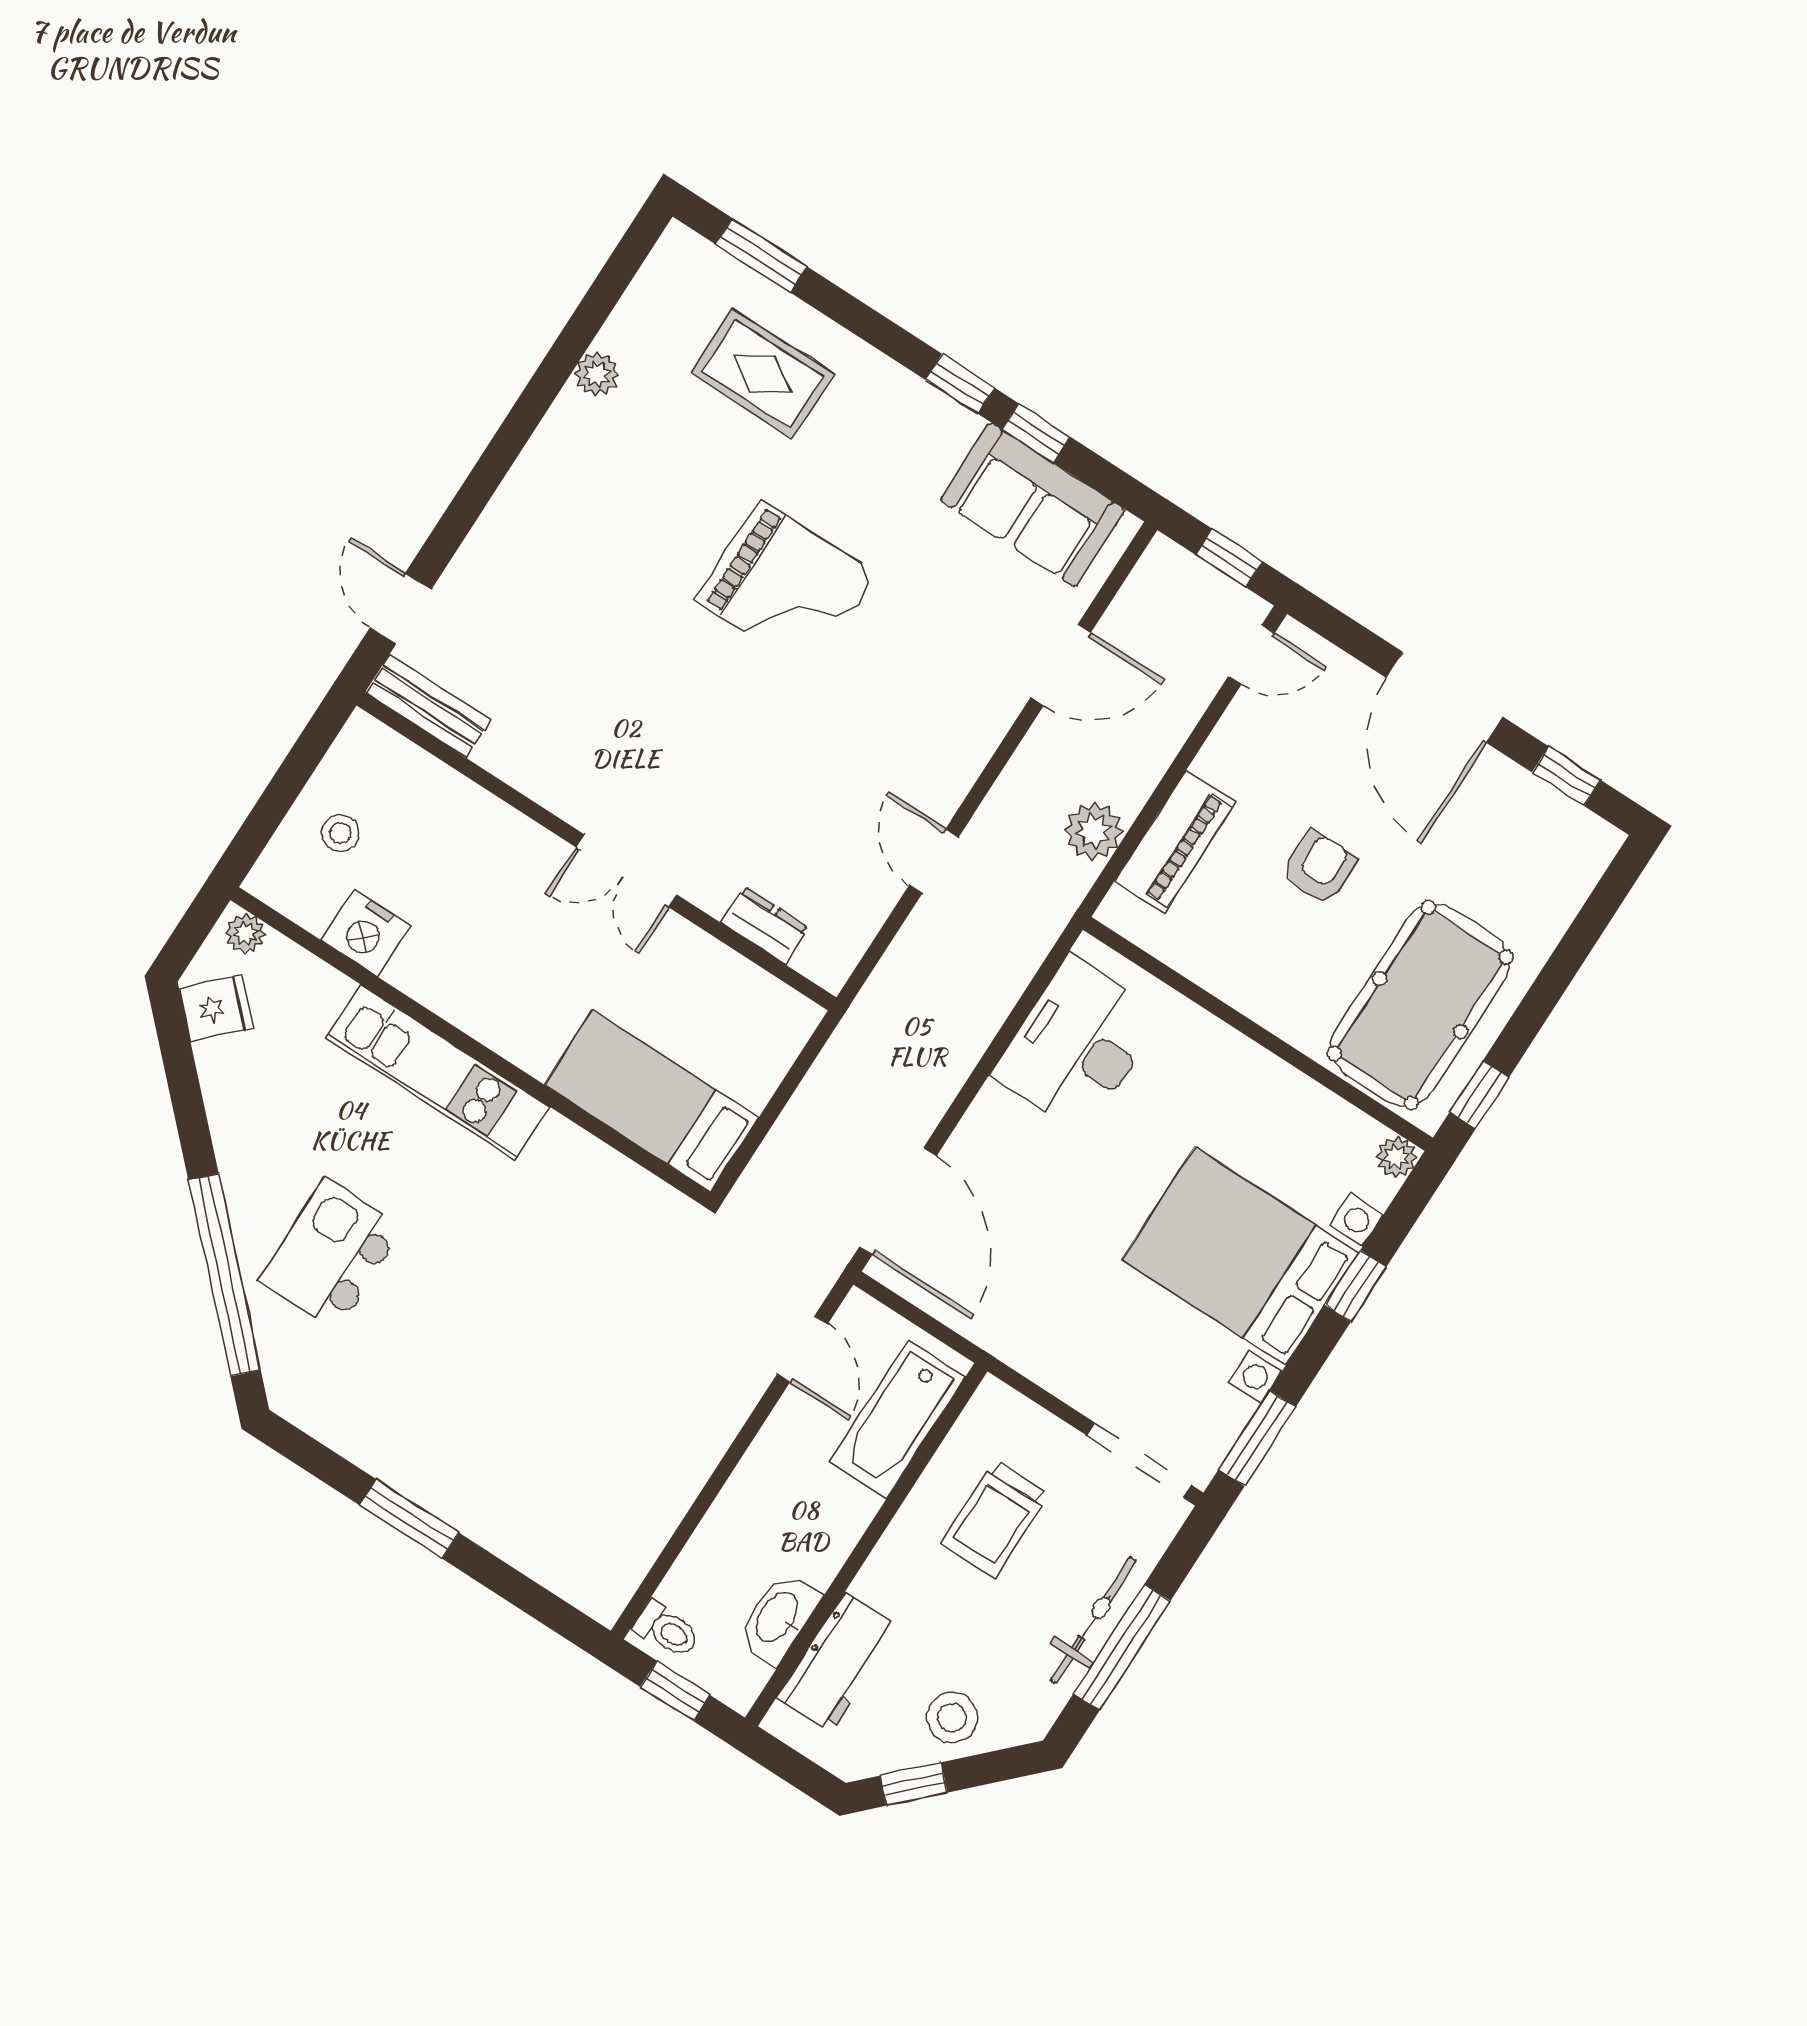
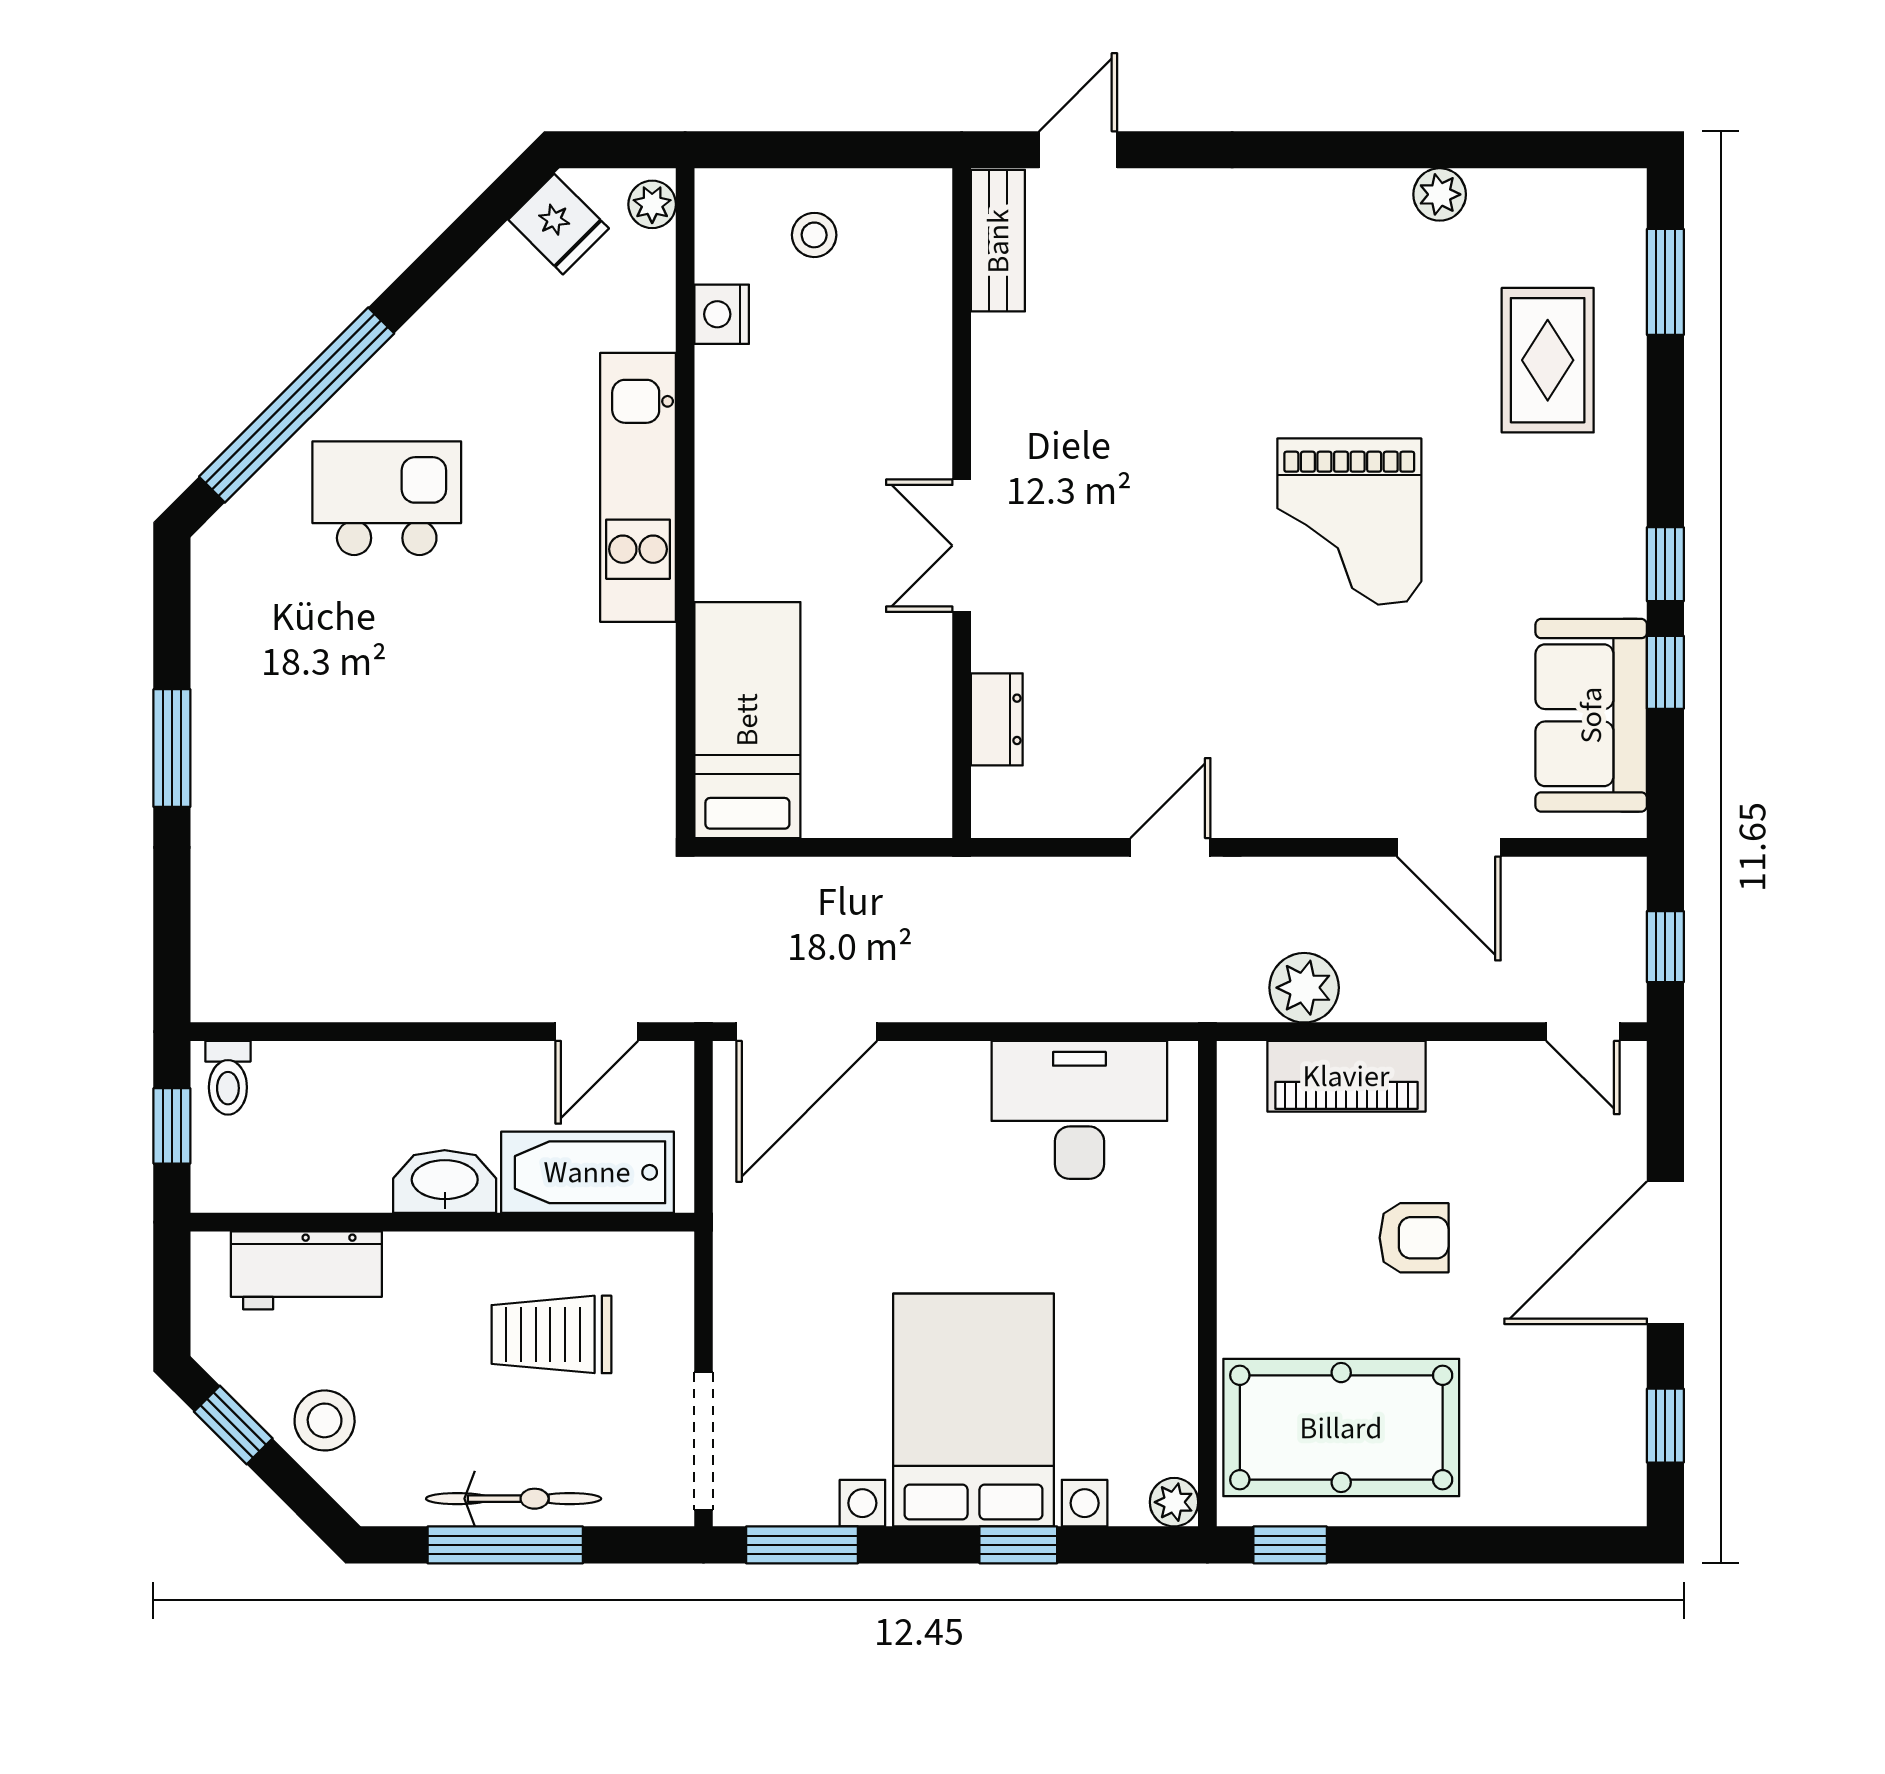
nightstand: (366, 933) -> (722, 314), width x0.74, depth x0.75
washbasin: (778, 1618) -> (445, 1181), moved

